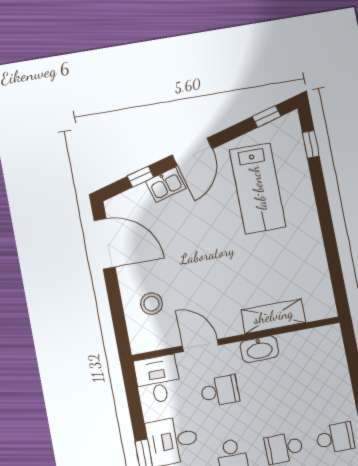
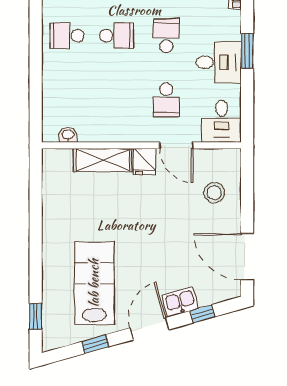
window: (267, 116) -> (95, 344), moved
fridge: (230, 323) -> (145, 162), added
washbasin: (259, 349) -> (68, 135), moved, width x0.52, depth x0.69
school desk: (220, 391) -> (166, 100), turned -90

